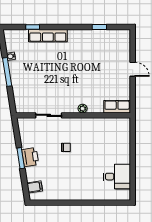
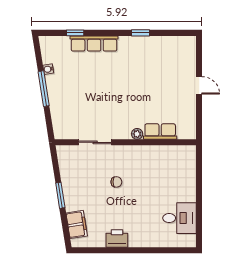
window: (99, 27) -> (140, 33), moved
row of seats: (117, 107) -> (160, 132), moved
printer: (30, 157) -> (117, 239), moved, turned -81
filing cabinet: (35, 187) -> (77, 224), width x2.00

